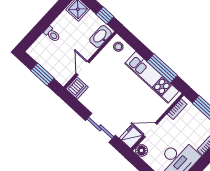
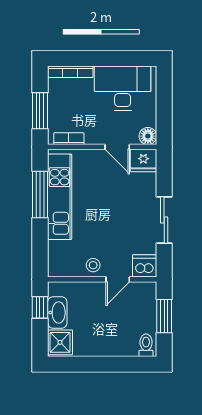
toilet: (52, 34) -> (146, 345), moved
washbasin: (101, 37) -> (57, 313), moved, turned -90
stool: (118, 47) -> (93, 265), moved
sliding door: (100, 128) -> (164, 220), moved

